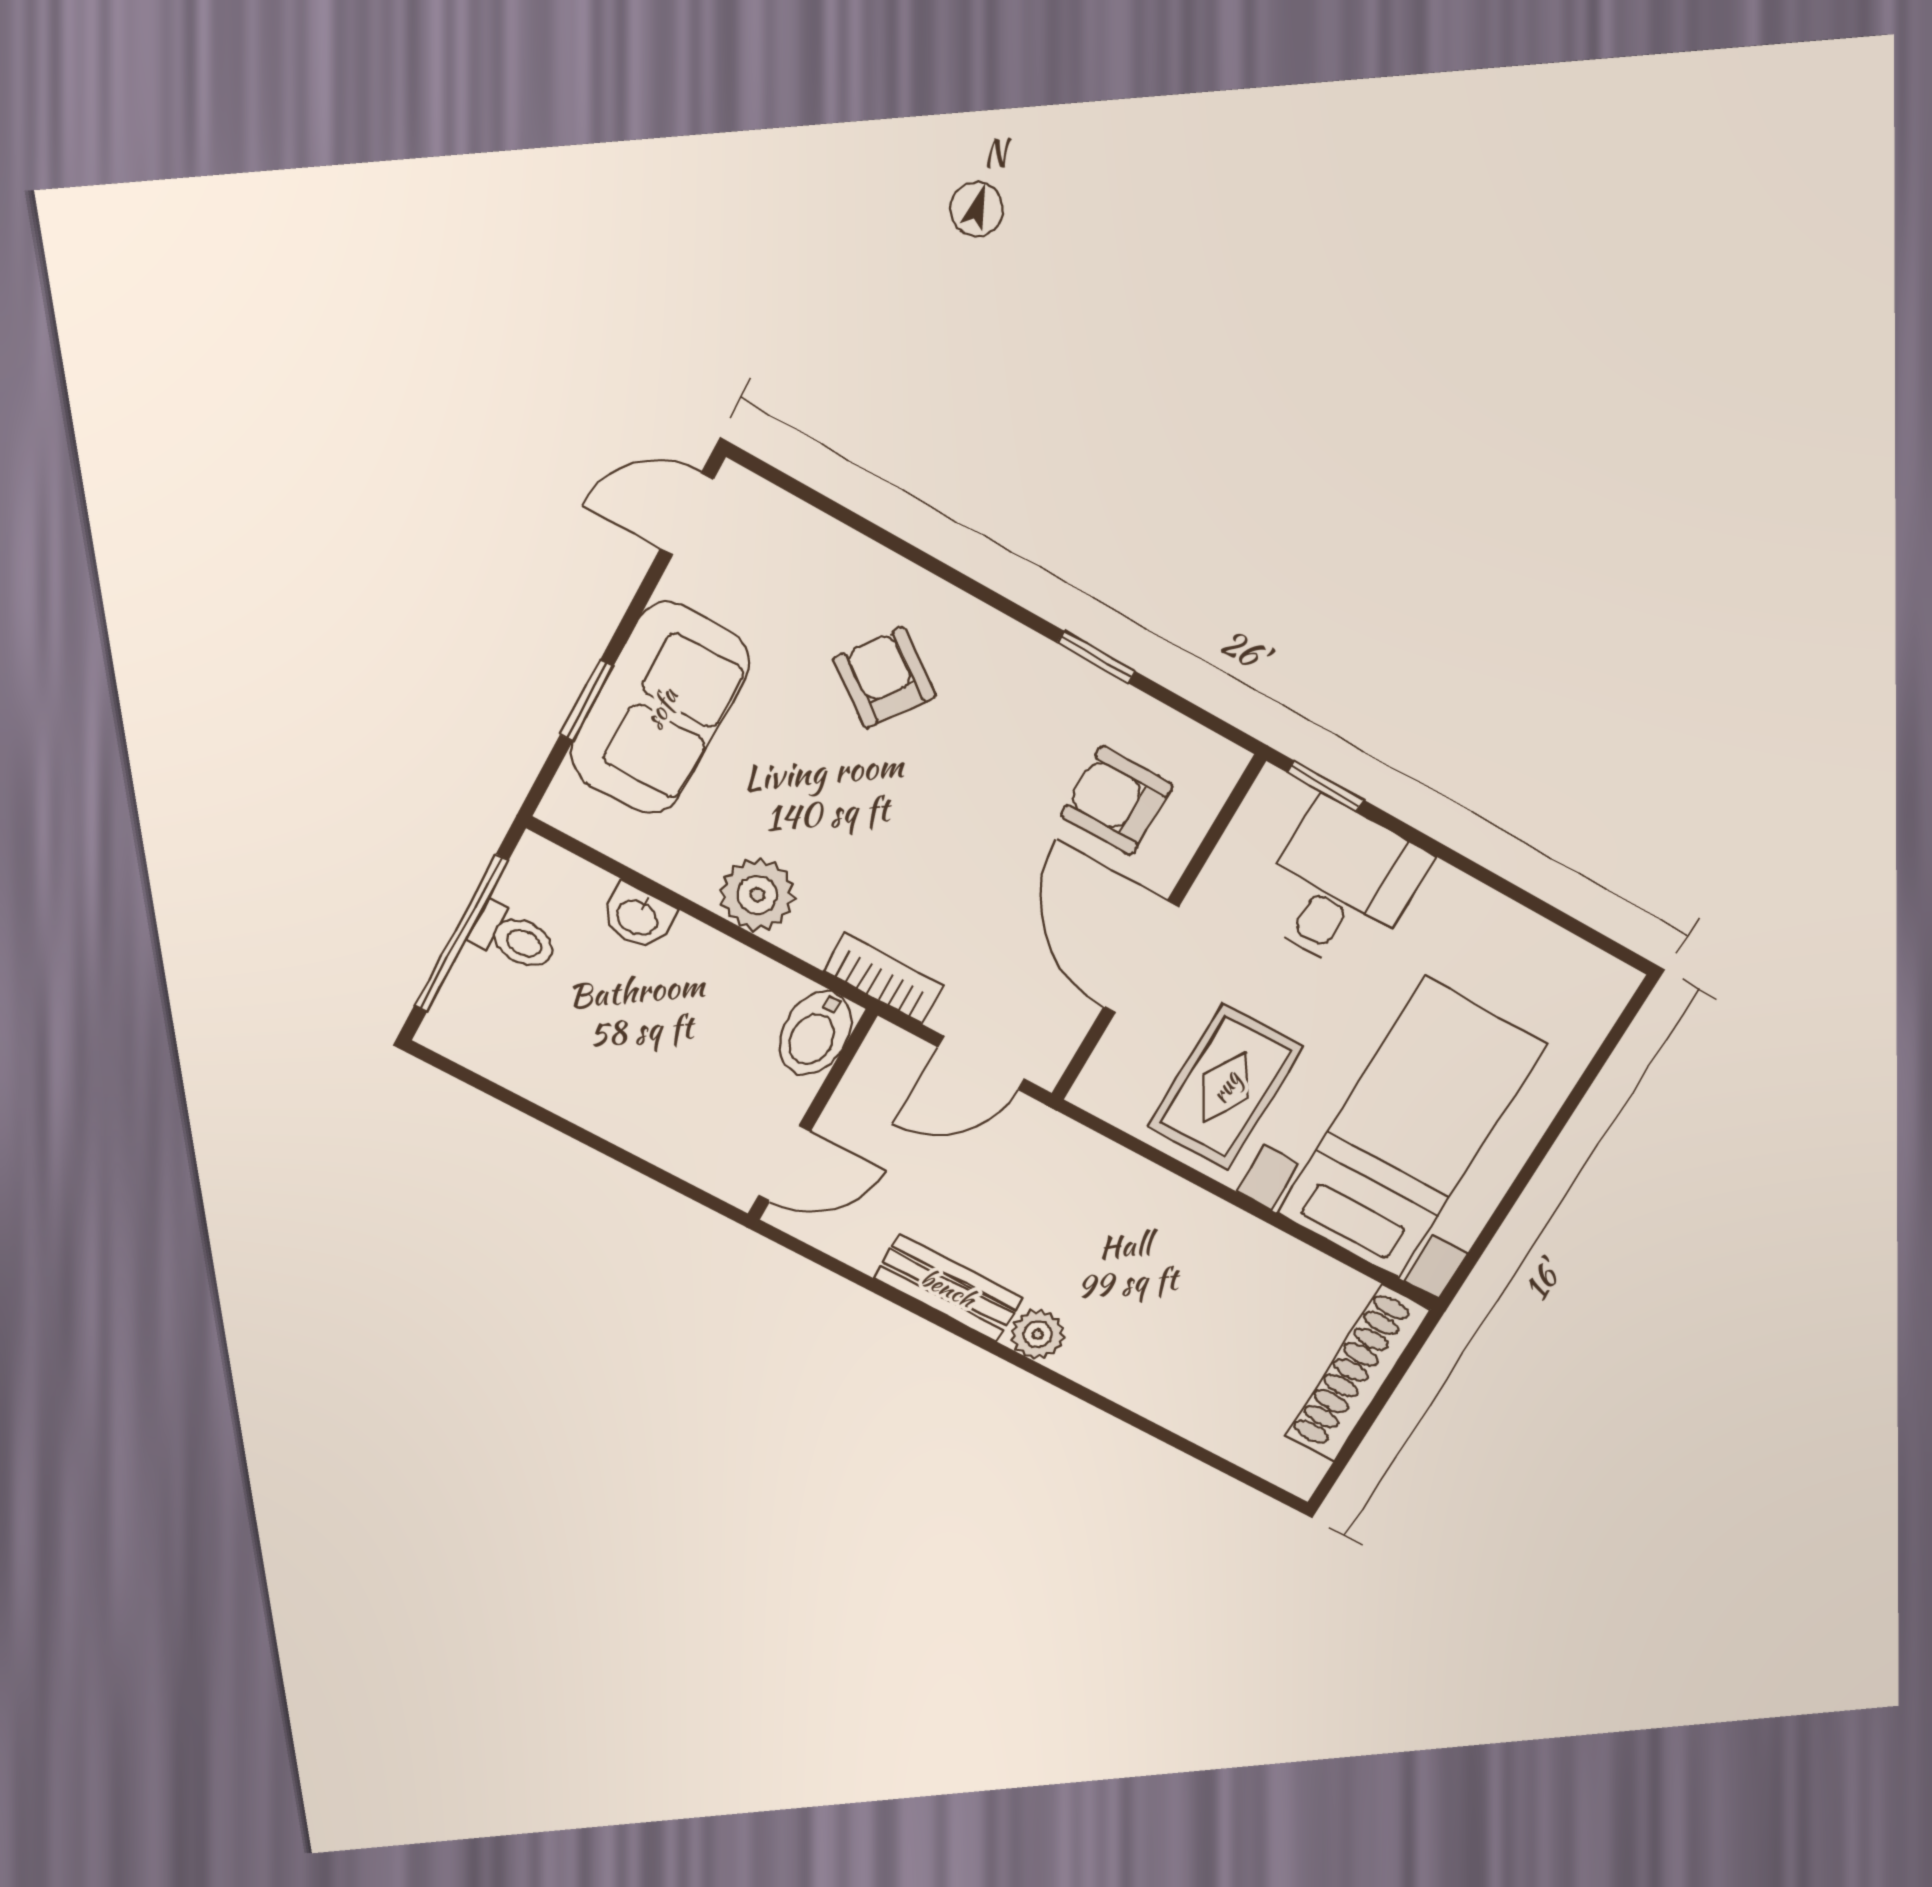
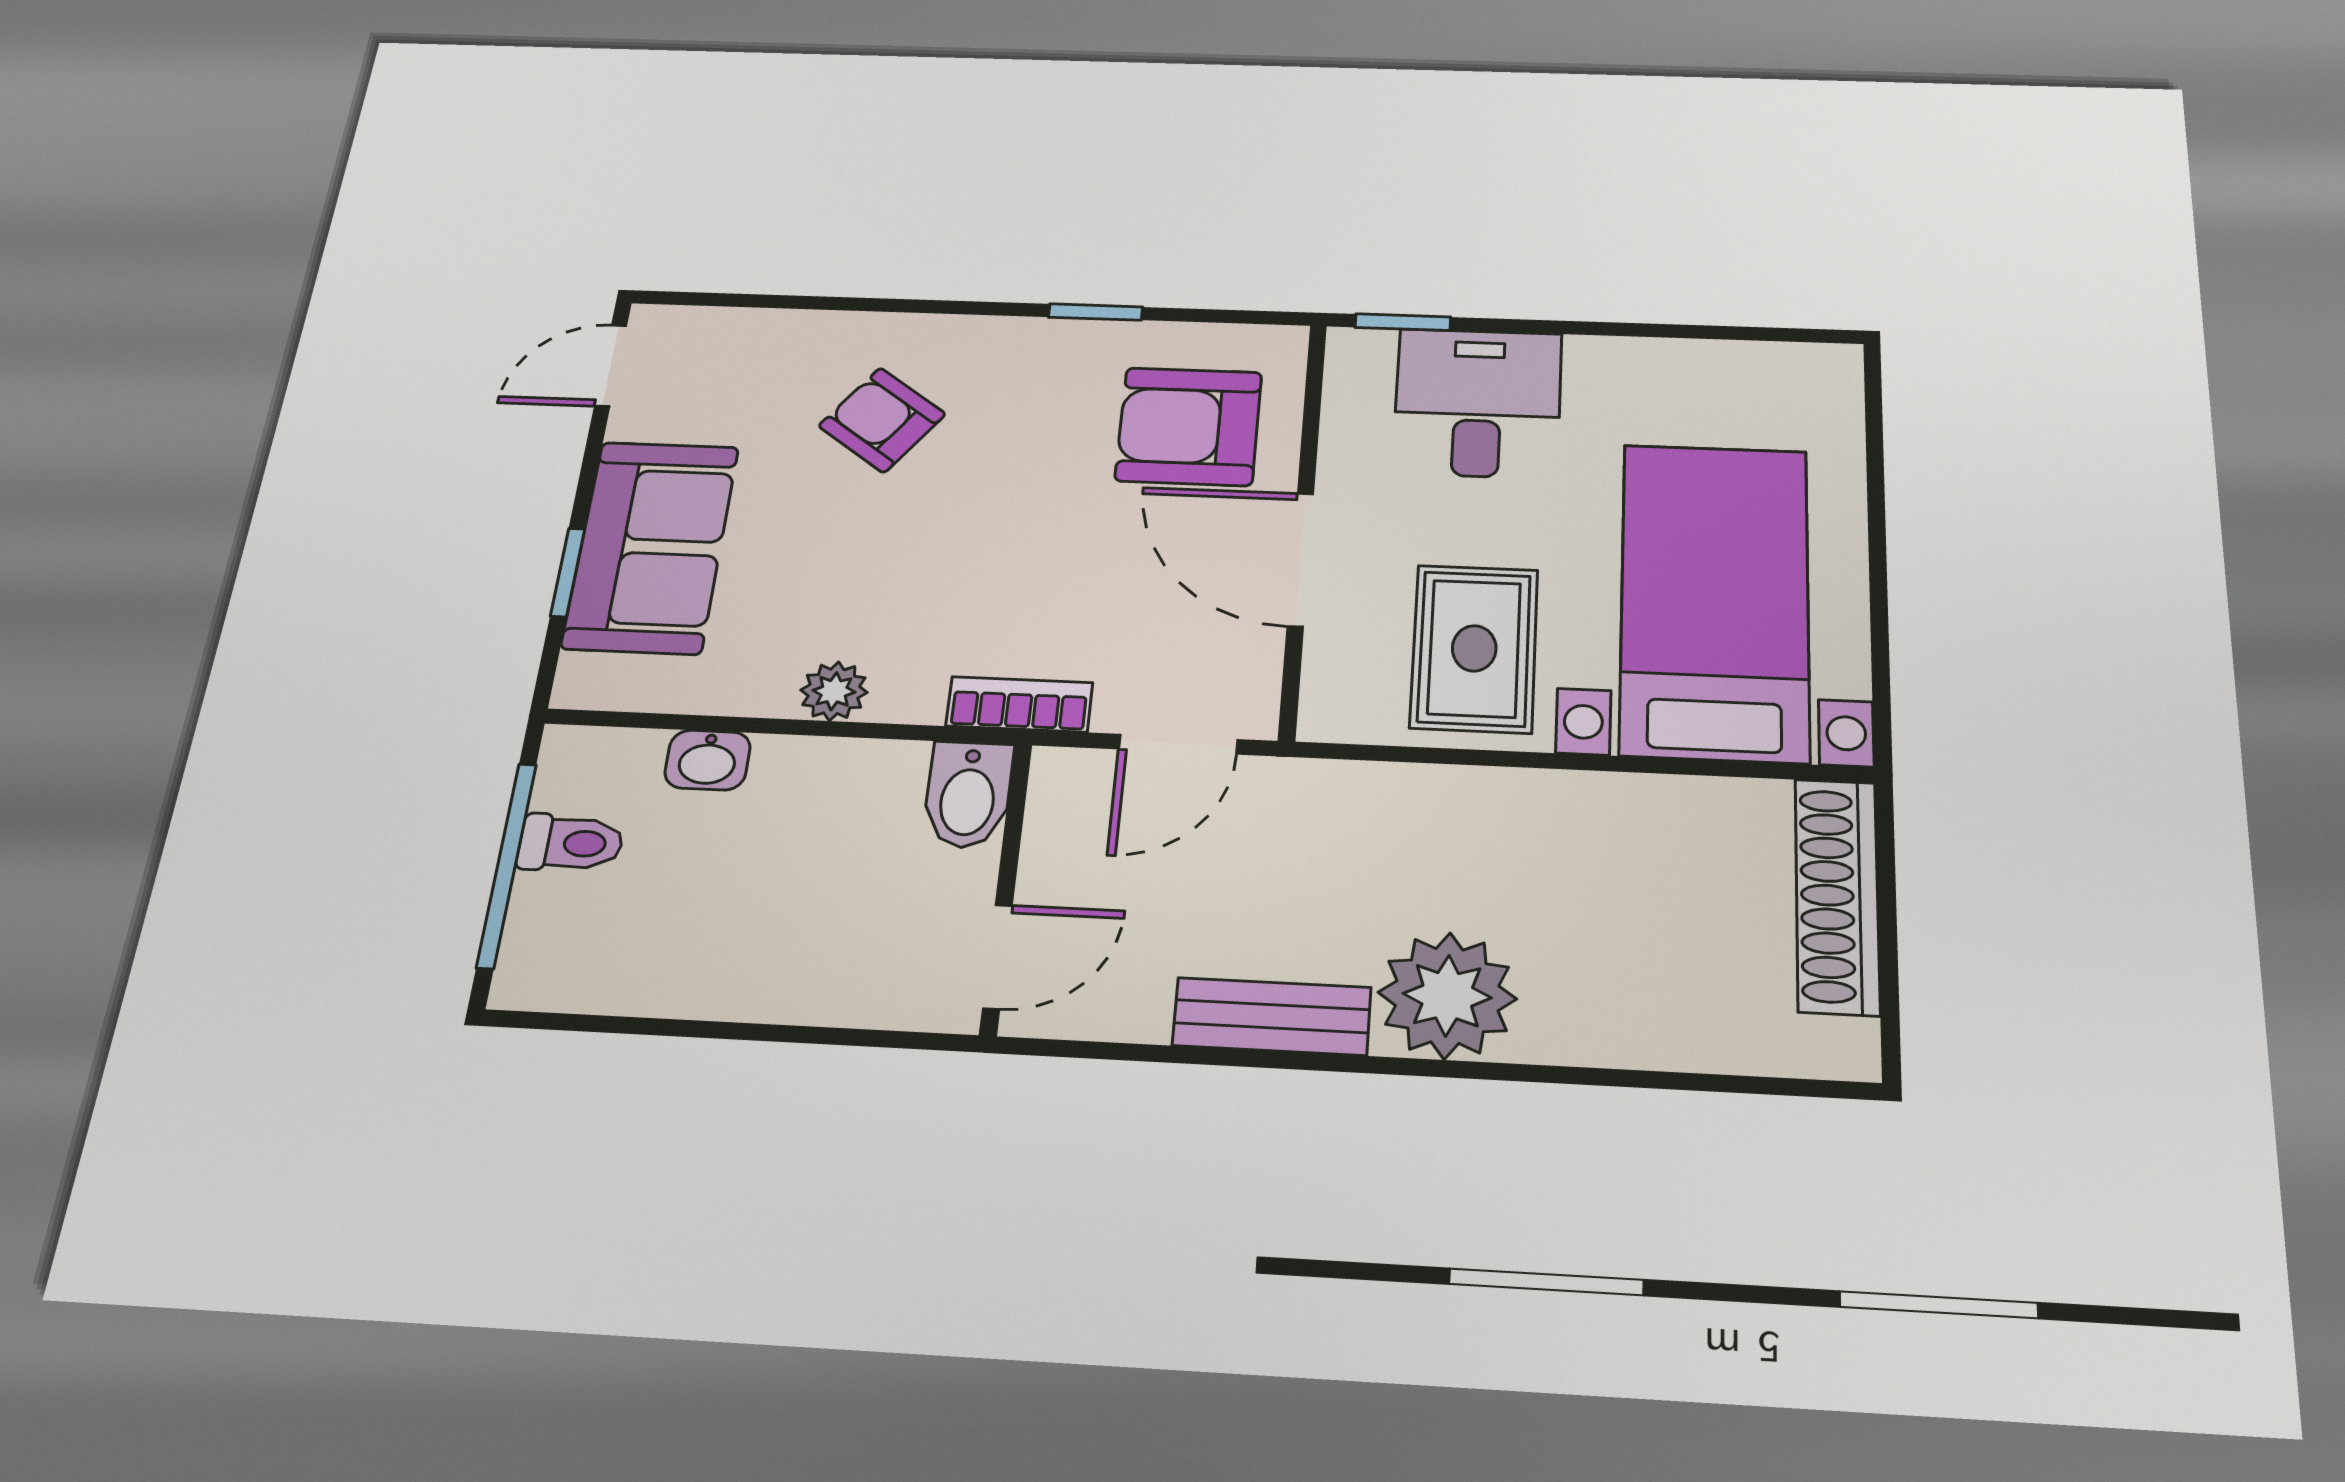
armchair: (1117, 801) -> (1189, 426), width x1.38, depth x1.38
plant: (757, 895) -> (834, 691), width x0.73, depth x0.73
plant: (1038, 1334) -> (1447, 996), width x1.87, depth x1.87

